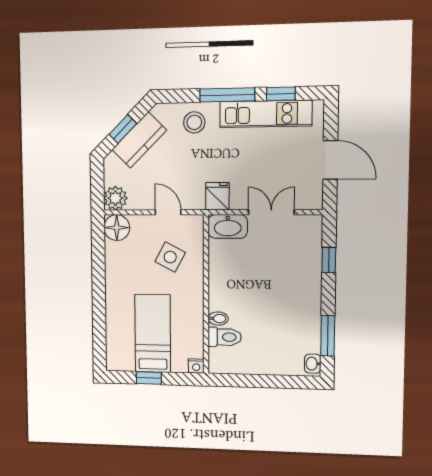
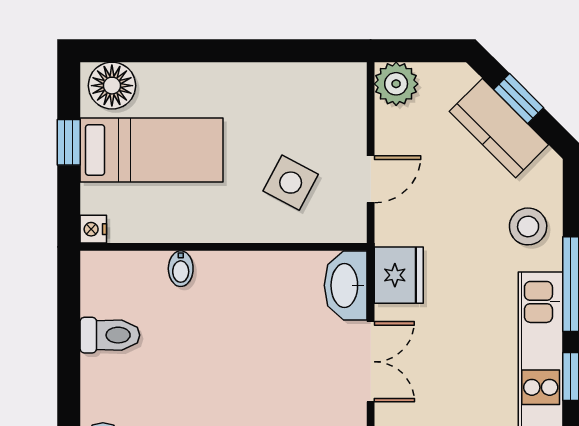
fridge: (217, 196) -> (399, 275), width x1.38
floor lamp: (117, 228) -> (112, 86), moved
toilet: (225, 337) -> (110, 335), moved, turned -90

